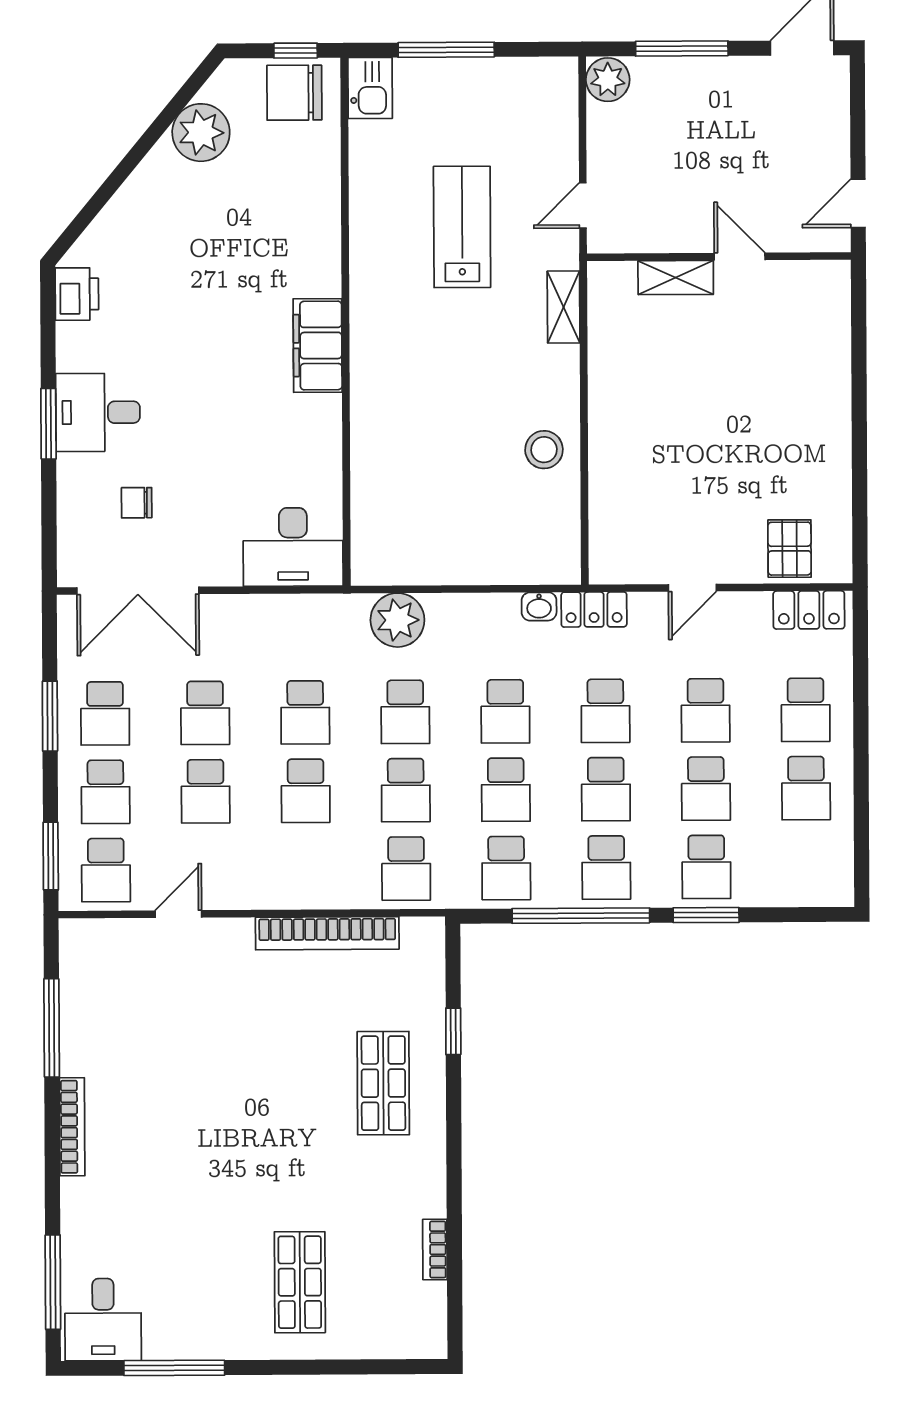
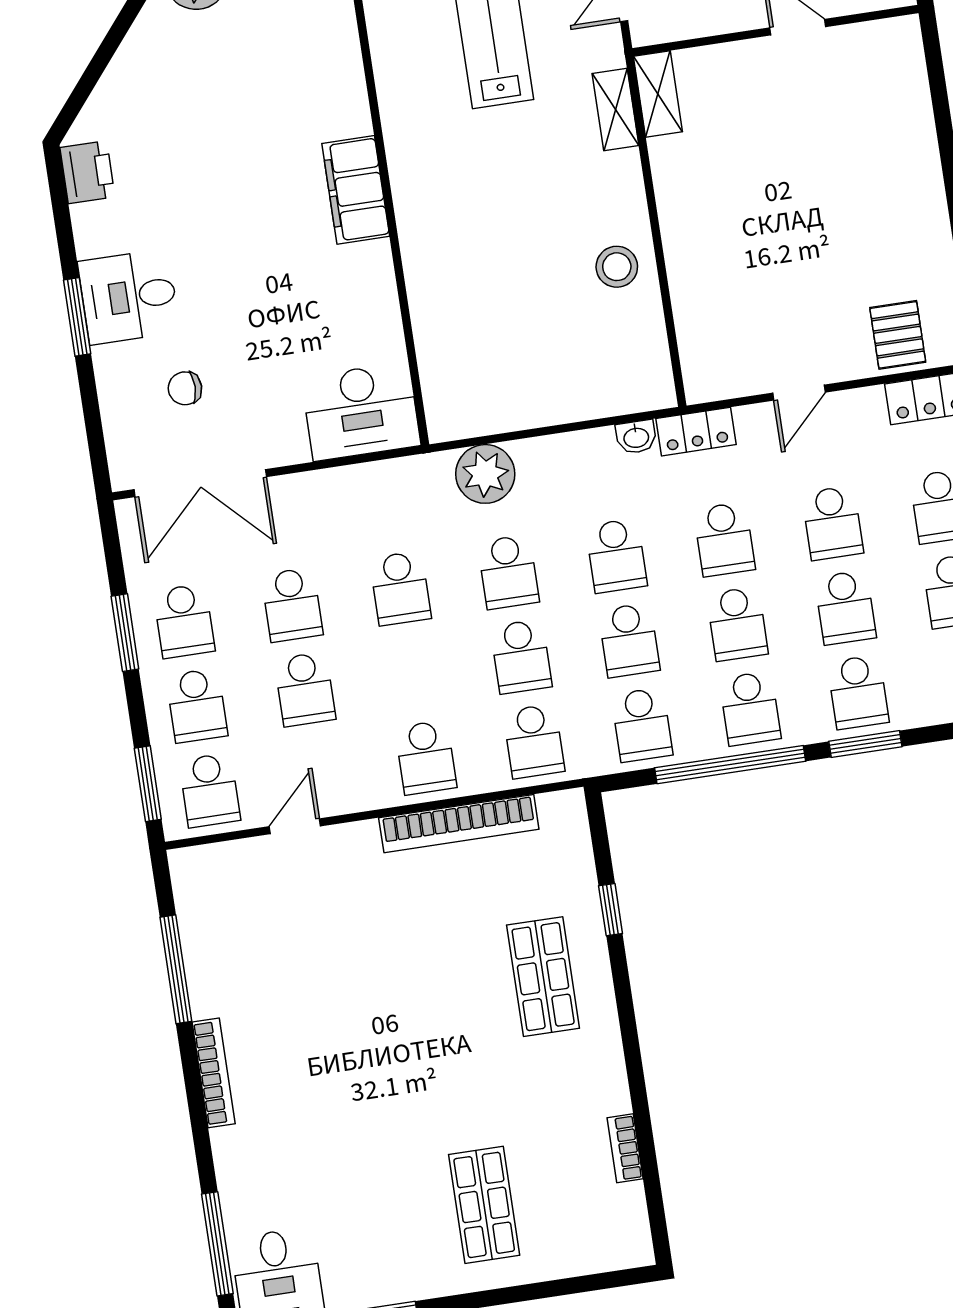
shelving: (676, 278) -> (658, 94), moved, turned 90
school desk: (306, 791) -> (426, 758), moved

